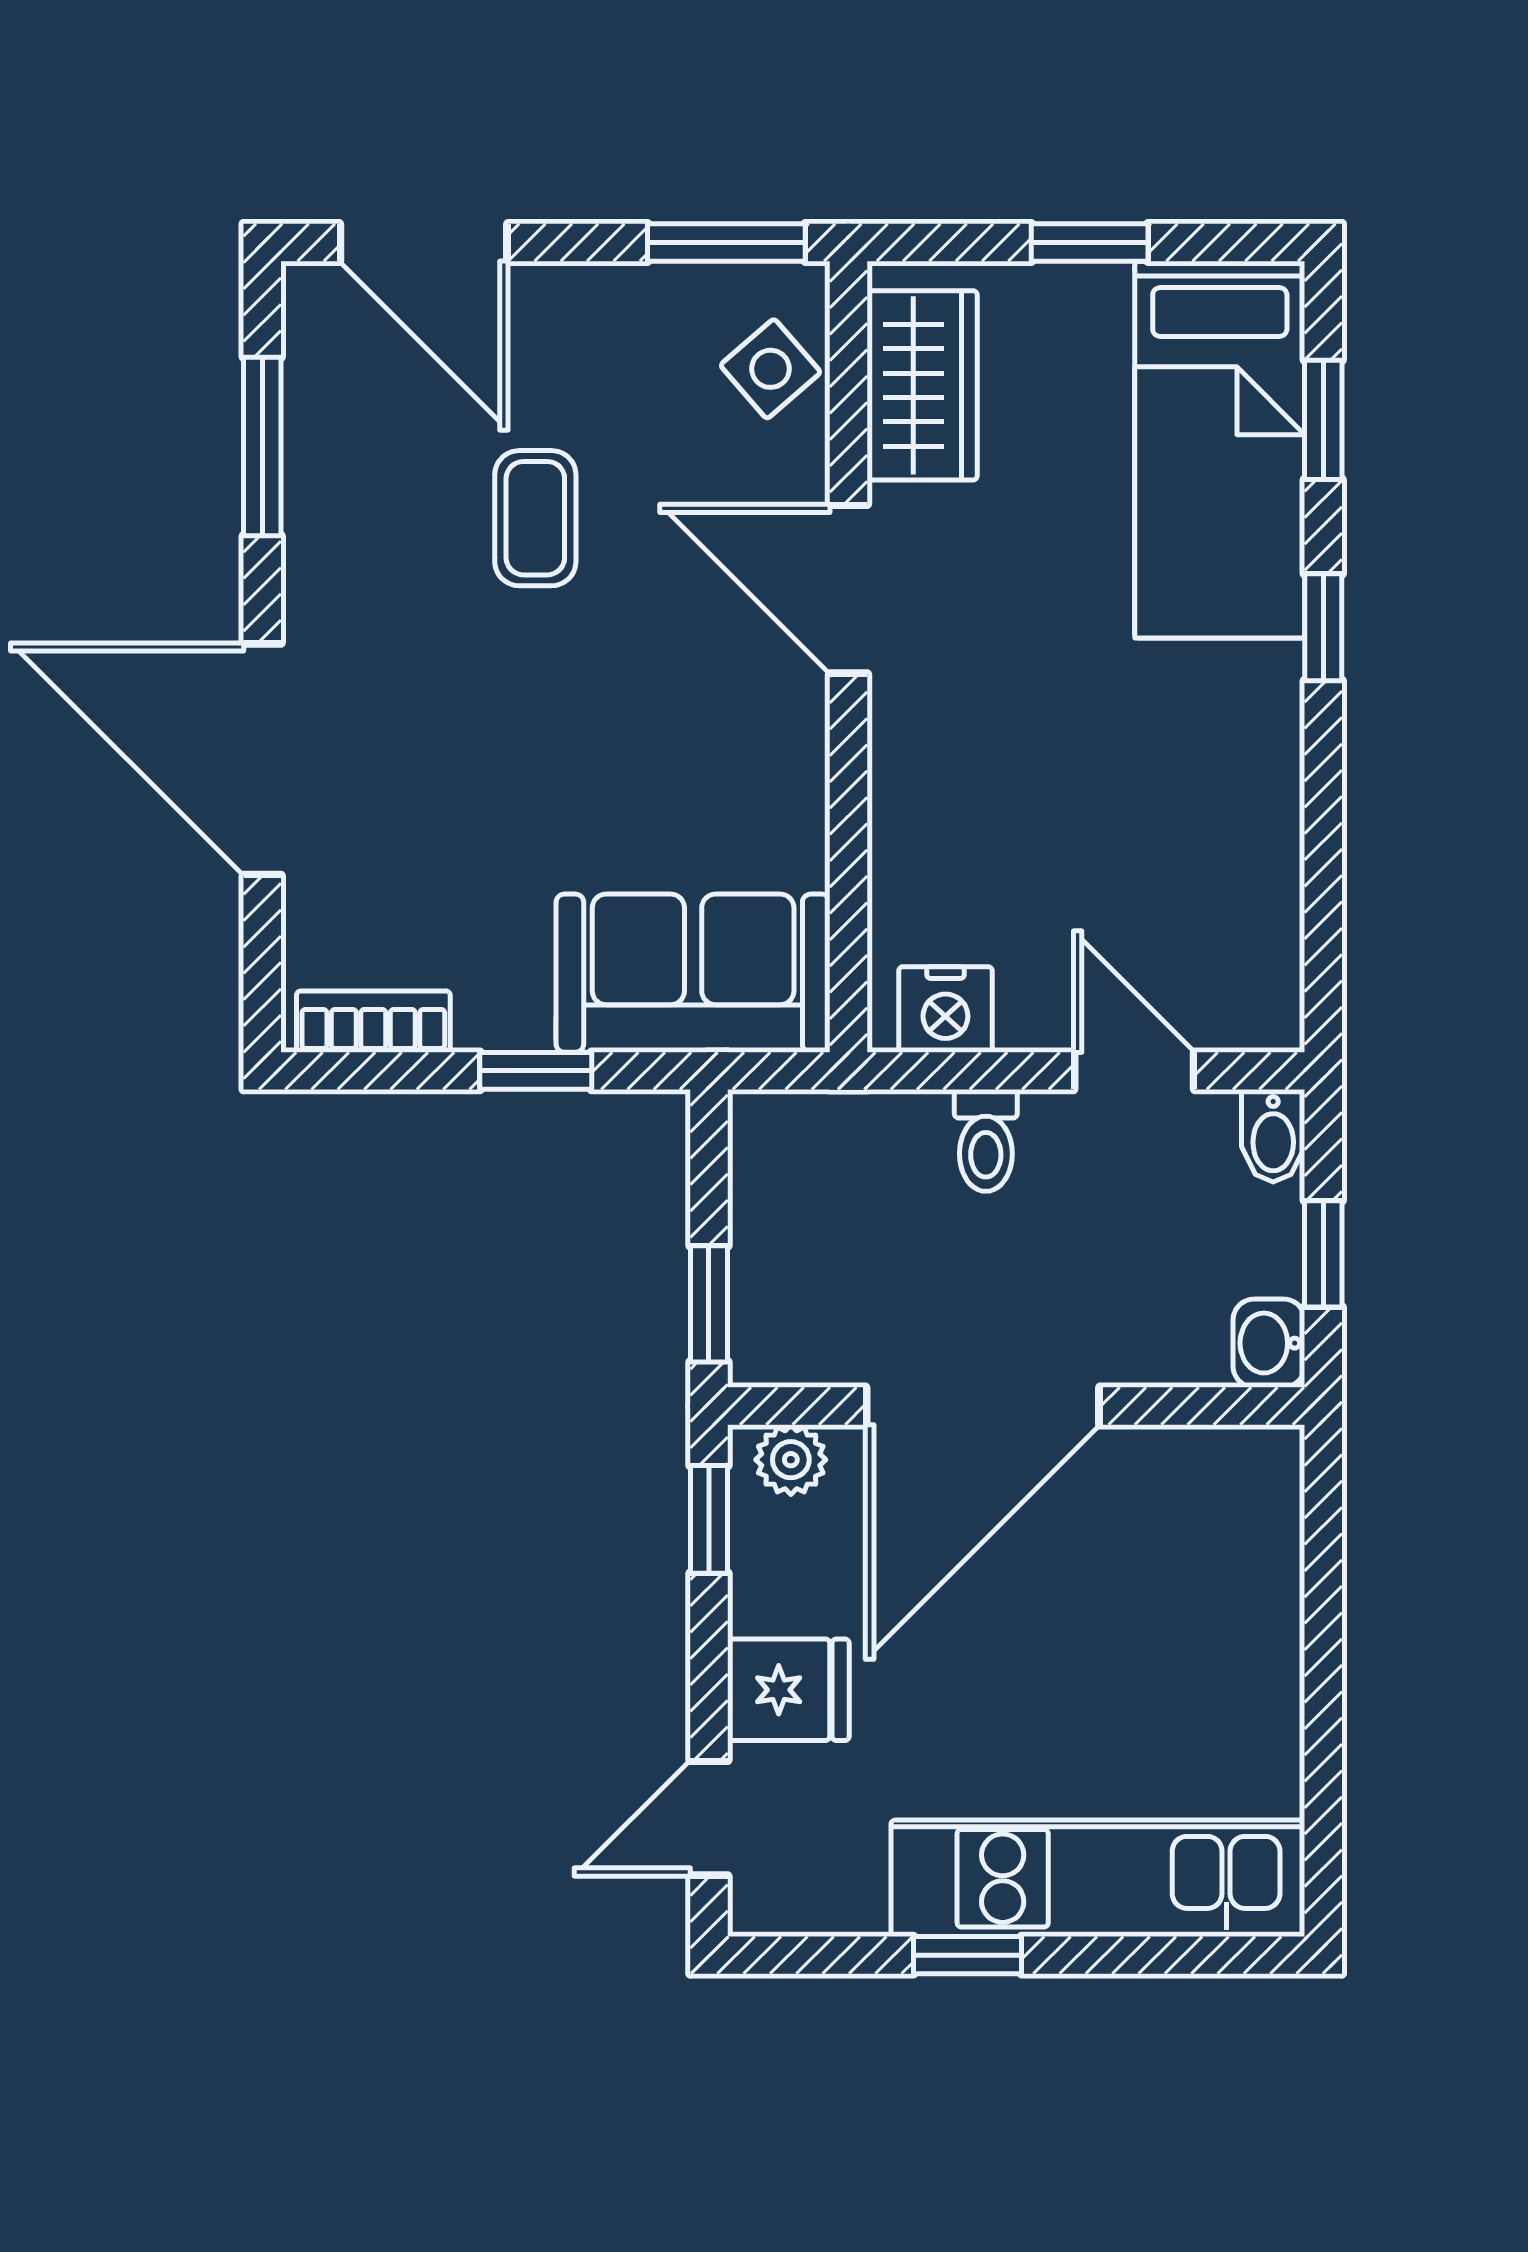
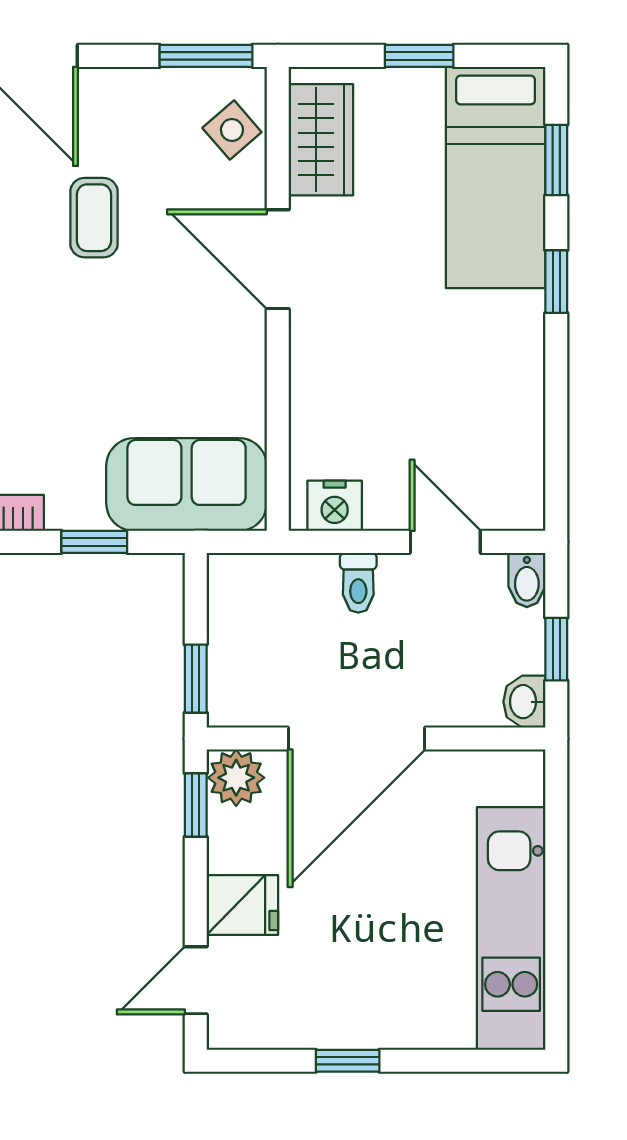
plant: (791, 1460) -> (236, 778), width x1.38, depth x1.38
kitchen unit: (1098, 1878) -> (511, 928), moved, turned -90

